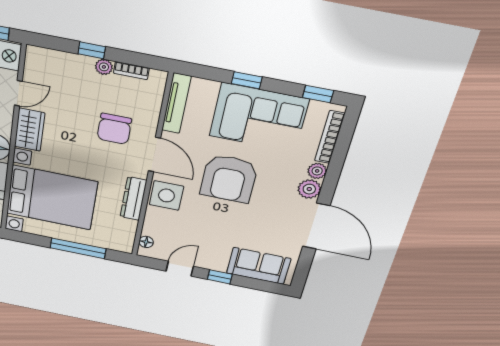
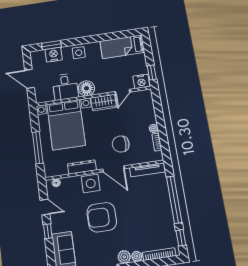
window: (92, 50) -> (160, 120), removed
window: (247, 80) -> (174, 200), width x3.17
door: (18, 93) -> (123, 92), hinge flipped
corner sofa: (259, 118) -> (156, 214), removed
door: (154, 155) -> (113, 169), hinge flipped
armchair: (229, 179) -> (102, 217), moved

